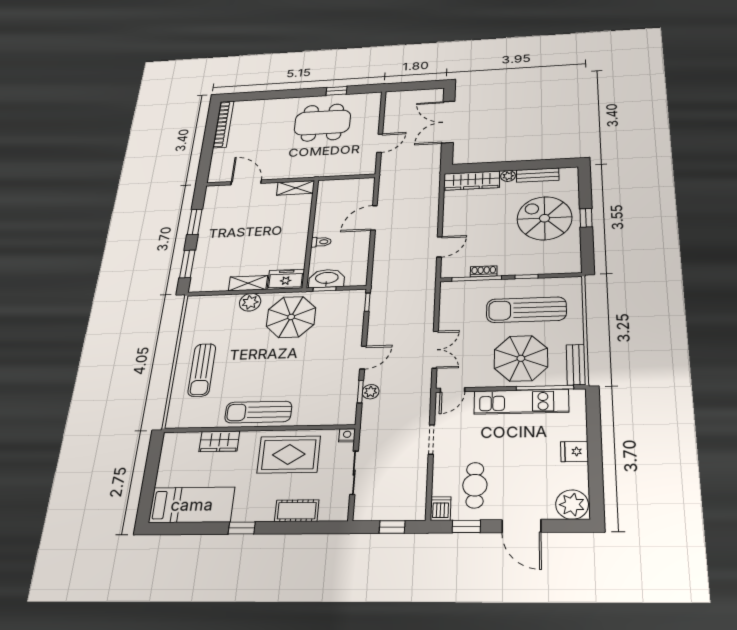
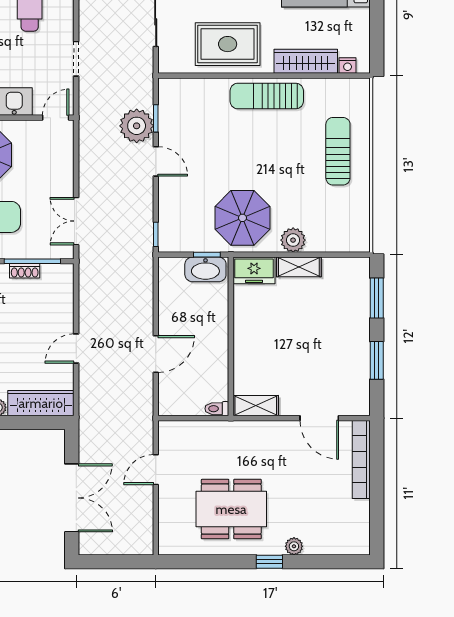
window: (337, 91) -> (269, 562), moved
plant: (277, 103) -> (294, 546), added
bookcase: (223, 124) -> (361, 459), moved
toilet: (321, 242) -> (217, 409), moved
door: (439, 247) -> (76, 349), moved
double door: (435, 350) -> (76, 221), moved
door: (363, 358) -> (156, 161), swing flipped
plant: (371, 392) -> (137, 126), width x1.88, depth x1.88
sun lounger: (258, 412) -> (267, 96), turned 180
nightstand: (347, 435) -> (348, 65), moved
wardrobe: (219, 441) -> (306, 61), width x1.50

